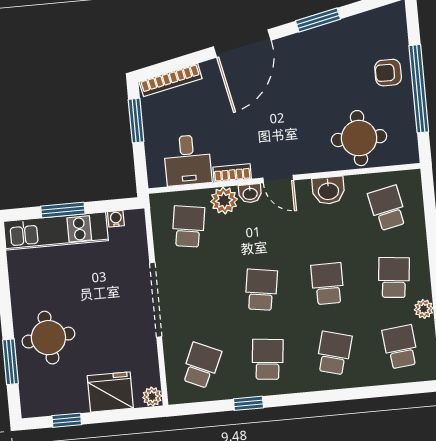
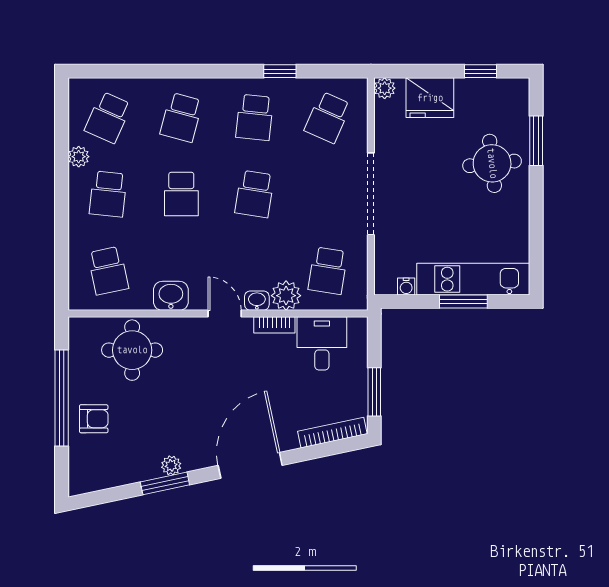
plant: (314, 37) -> (171, 465), added
school desk: (400, 347) -> (108, 117), turned 30

